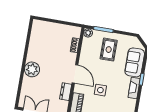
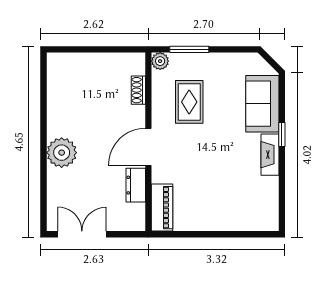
rug: (109, 50) -> (189, 102), moved
door: (75, 74) -> (148, 147), swing flipped
side table: (100, 90) -> (204, 170), removed

